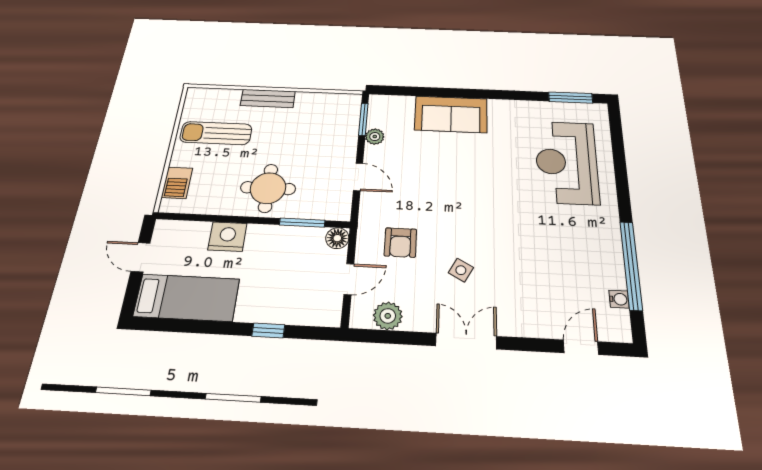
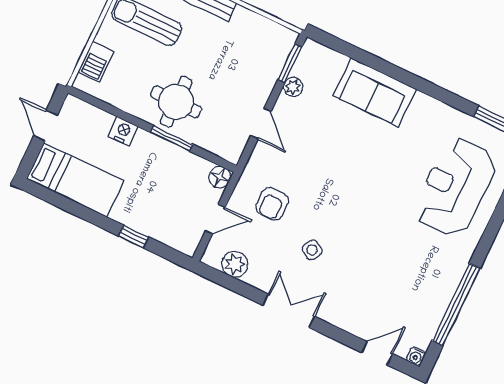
window: (302, 223) -> (172, 138), moved
nightstand: (227, 237) -> (123, 131), width x0.74, depth x0.75
water cooler: (619, 299) -> (416, 356), moved, turned 90

